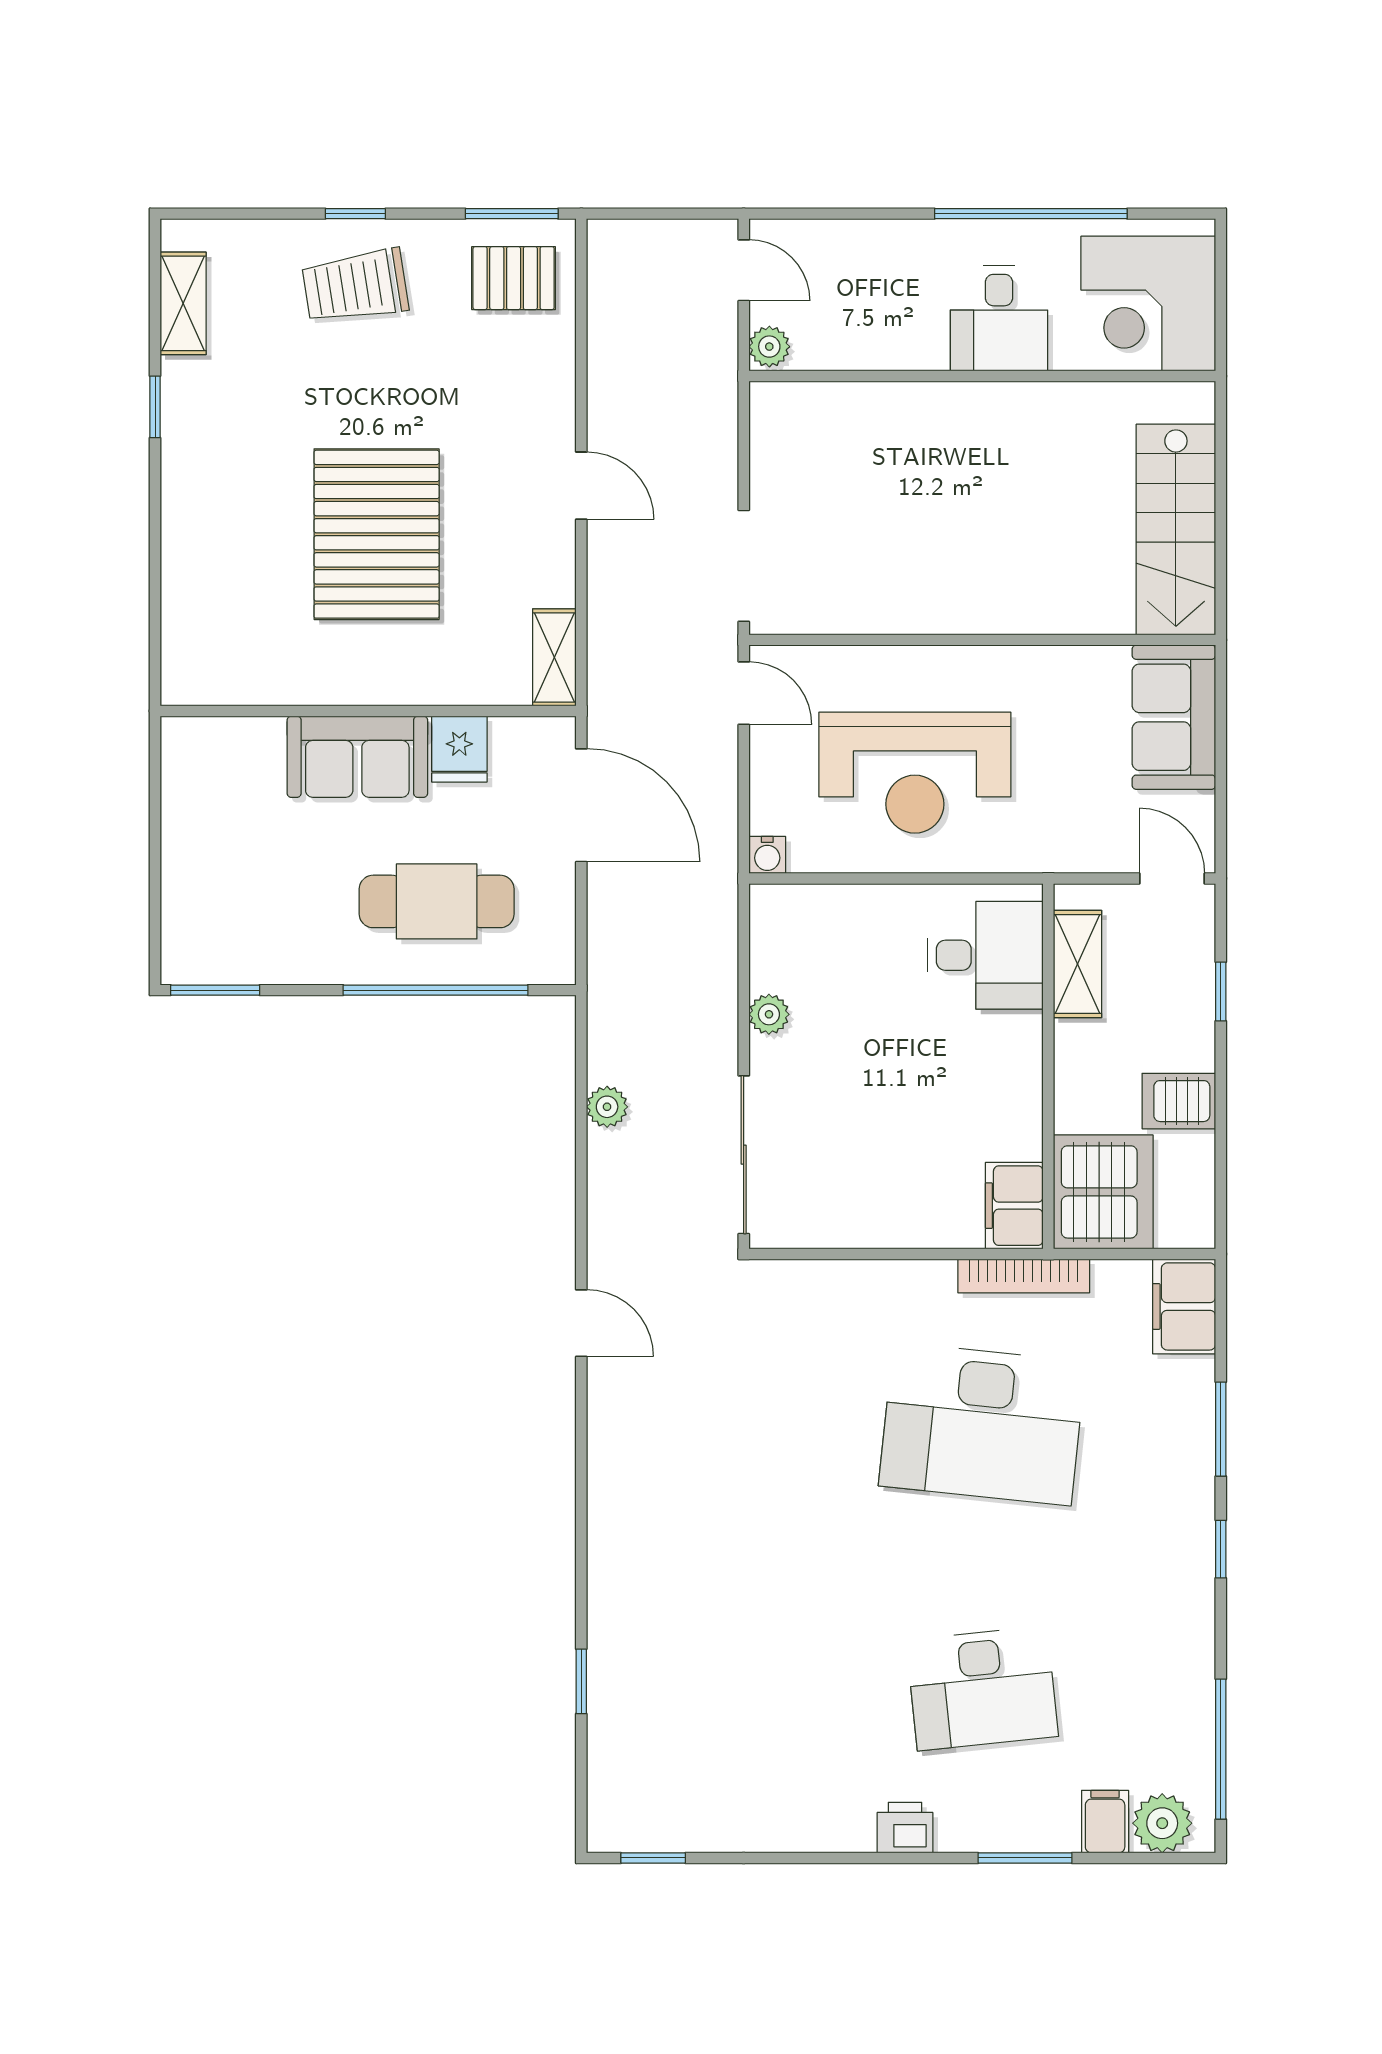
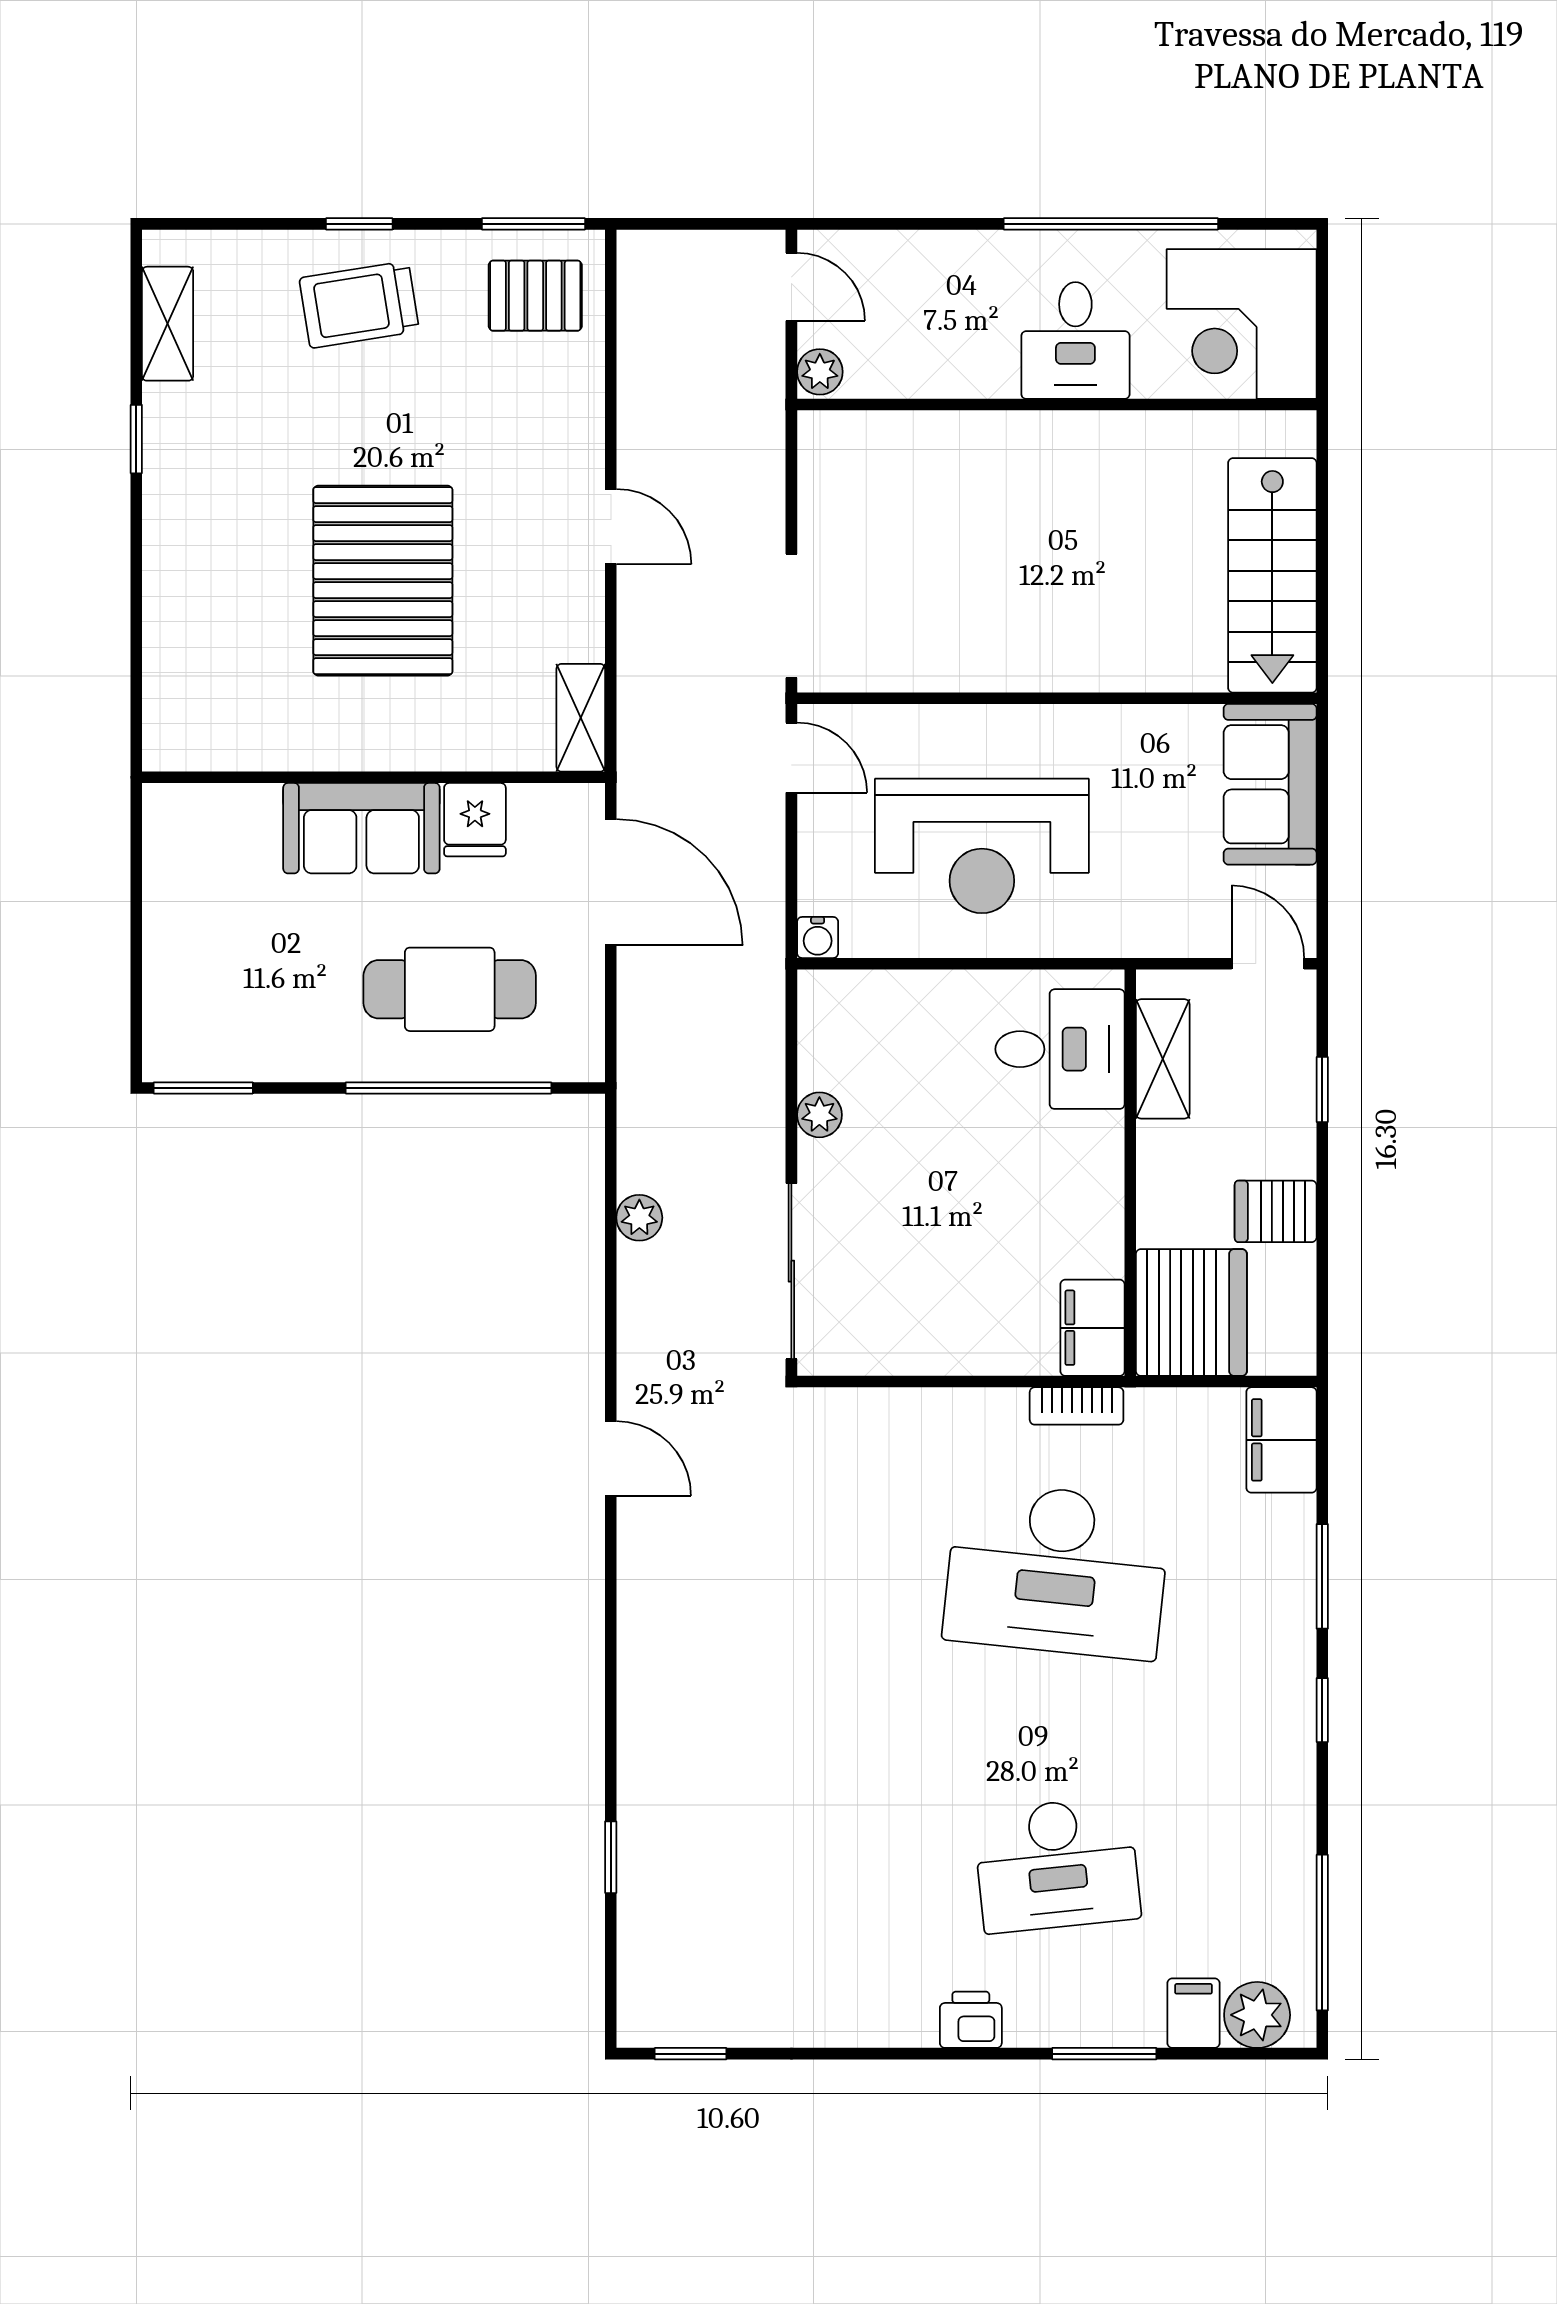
bookcase: (1024, 1276) -> (1077, 1406), width x0.64

